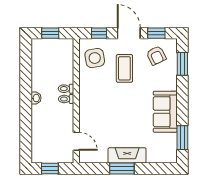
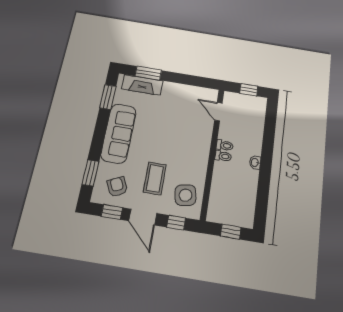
toilet: (66, 89) -> (225, 145), moved
sofa: (165, 112) -> (119, 133), width x1.36
fireplace: (127, 155) -> (142, 85), moved
window: (122, 169) -> (148, 73), moved

